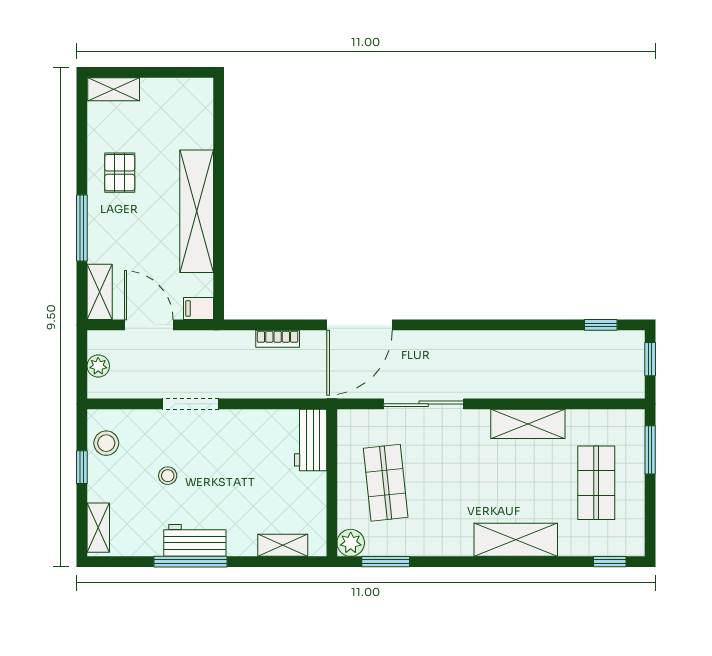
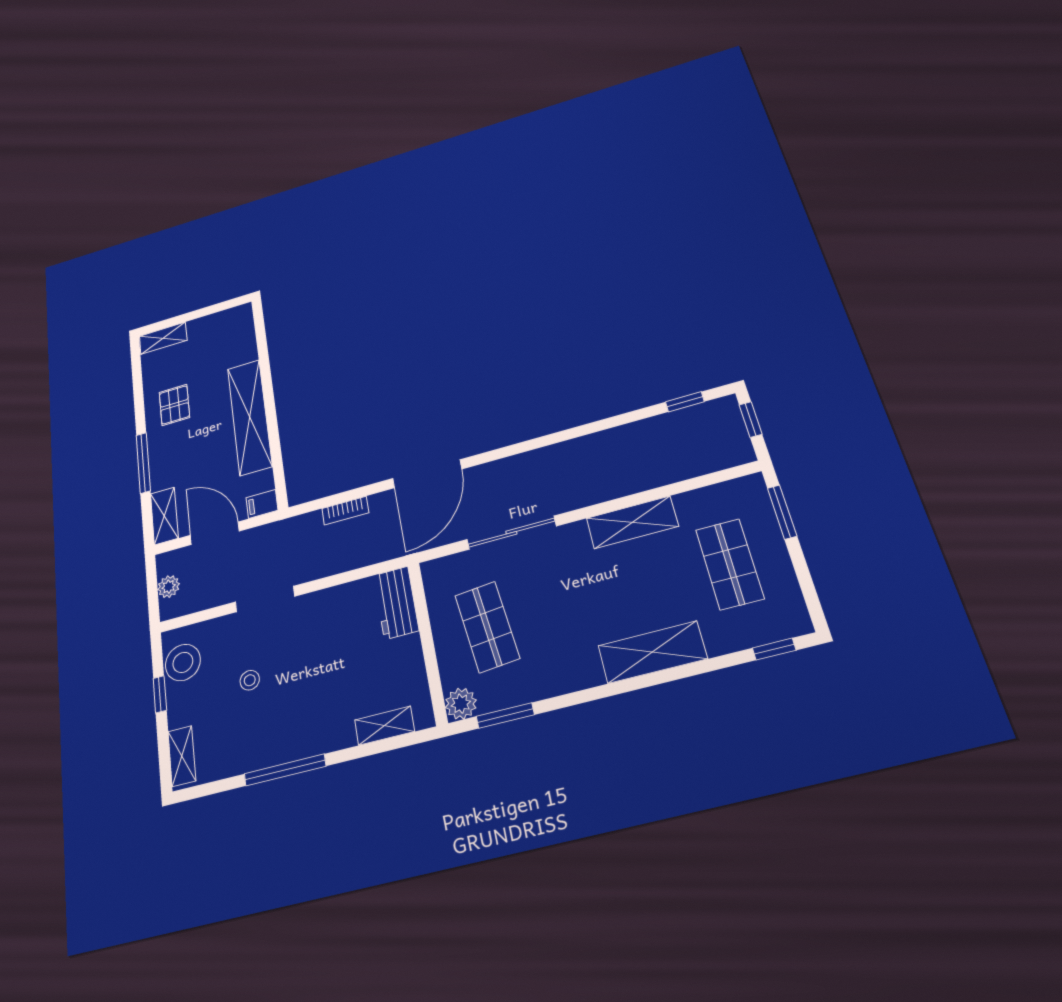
stool: (106, 443) -> (183, 662), width x1.38, depth x1.38
workbench: (195, 540) -> (287, 744), removed

